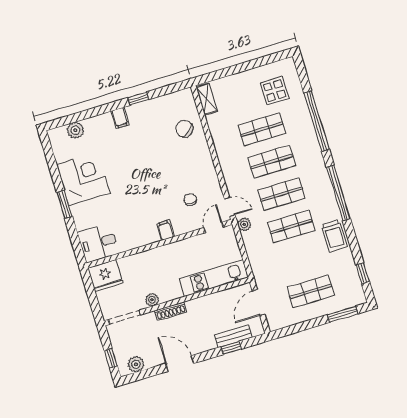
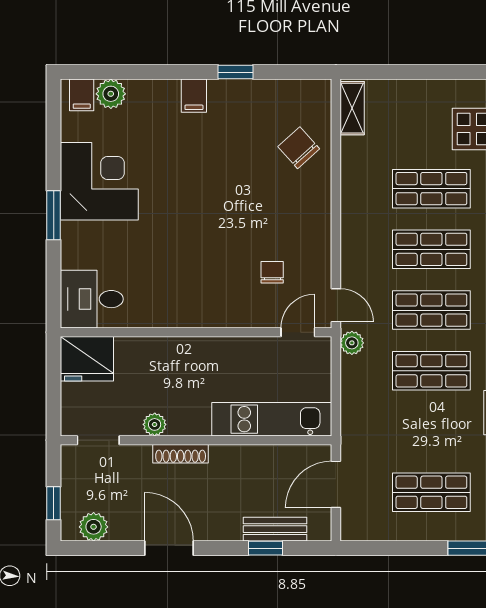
filing cabinet: (165, 230) -> (82, 95), moved, turned 180
doorway: (125, 317) -> (98, 440), width x0.73

